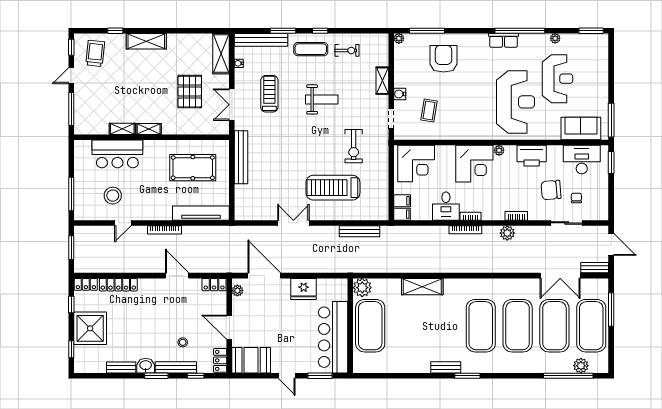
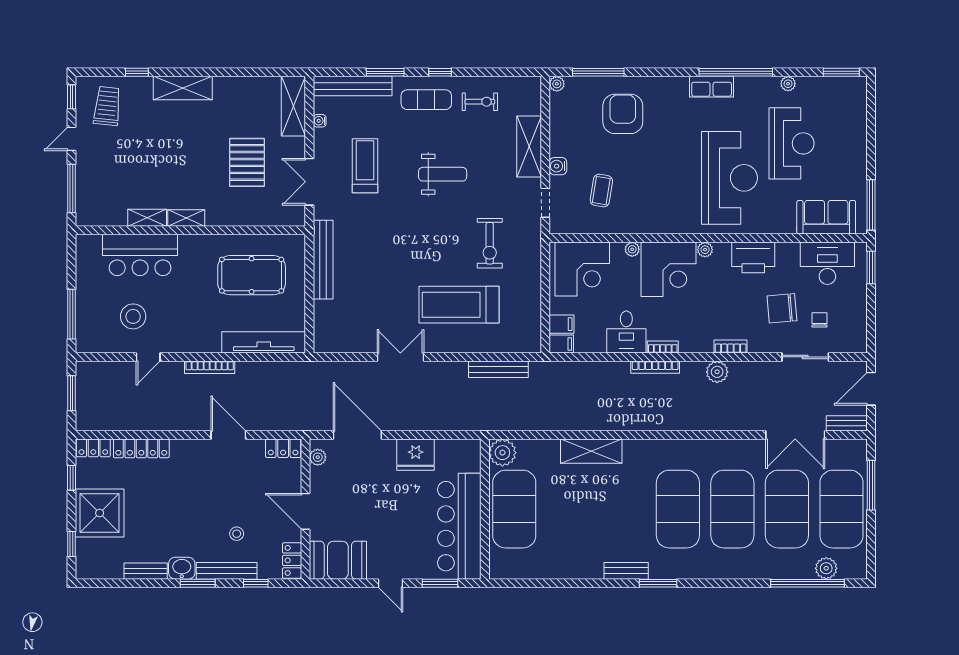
shelving: (382, 81) -> (529, 146), width x1.50, depth x1.33
plant: (450, 150) -> (632, 249), added
door: (611, 244) -> (871, 389), swing flipped

